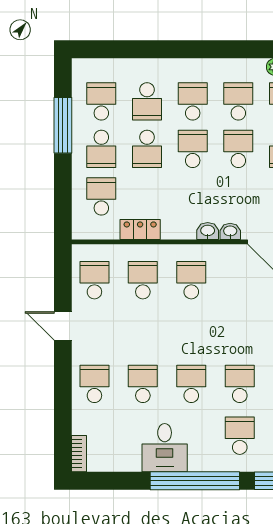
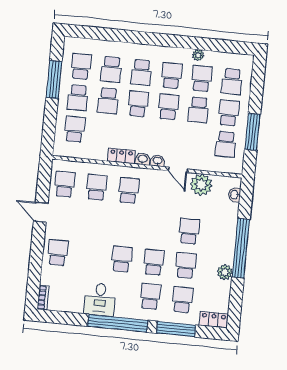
school desk: (193, 101) -> (141, 72), turned 180
locker: (140, 229) -> (121, 156), moved
school desk: (143, 384) -> (90, 256), removed

